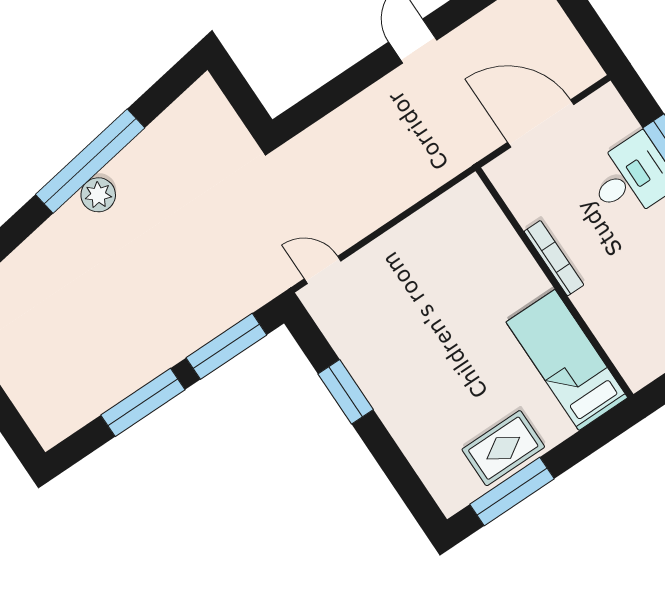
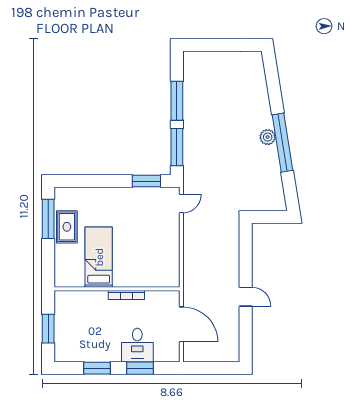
door: (541, 123) -> (181, 324), hinge flipped
bed: (567, 360) -> (99, 257), moved, turned -90
window: (346, 392) -> (146, 181), moved

